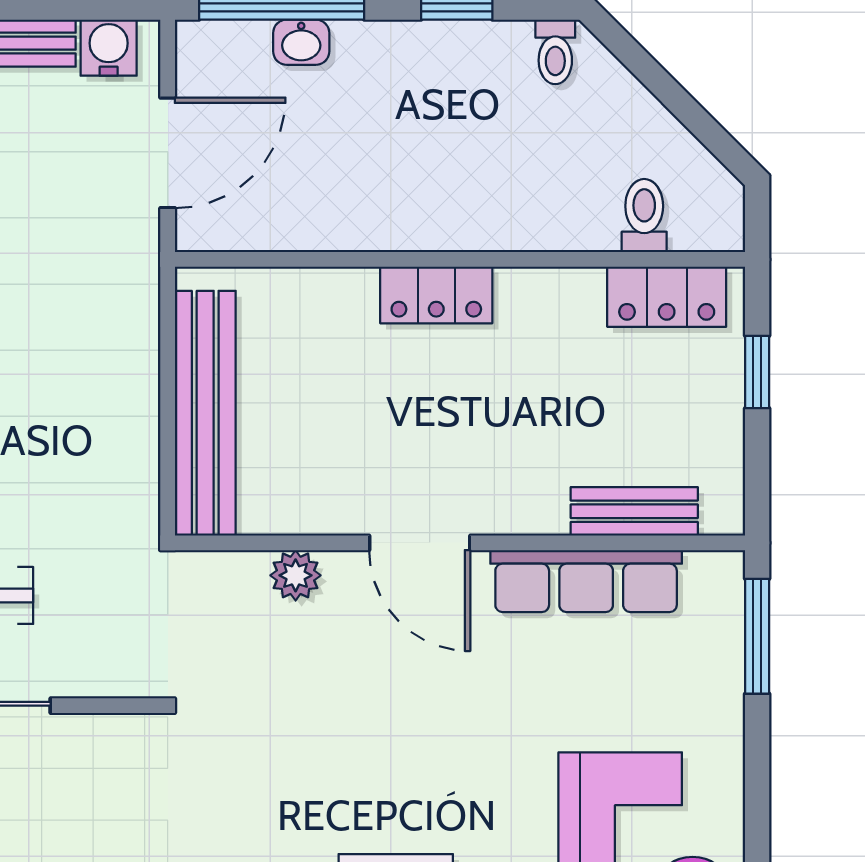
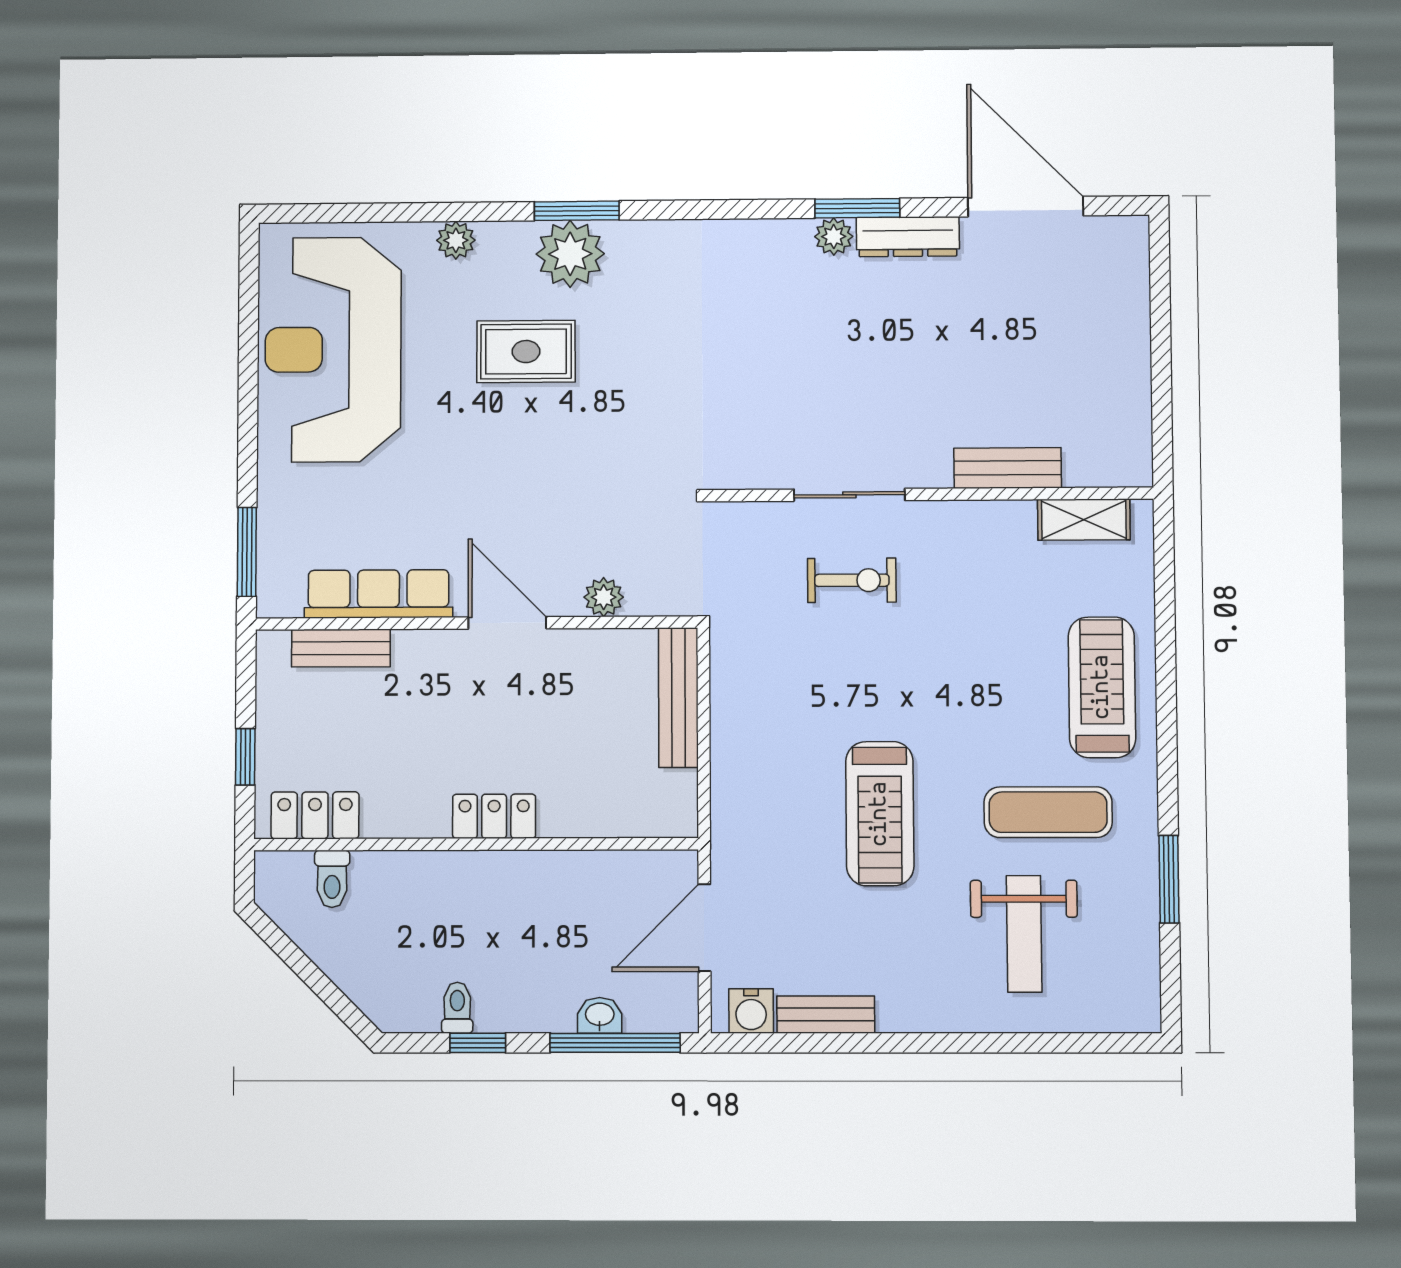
toilet: (555, 52) -> (457, 1008), moved
bench: (205, 413) -> (678, 698), width x0.73, depth x0.82

